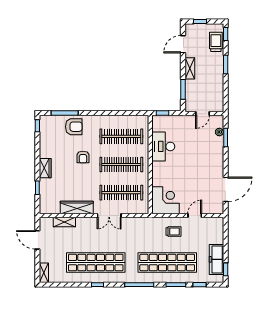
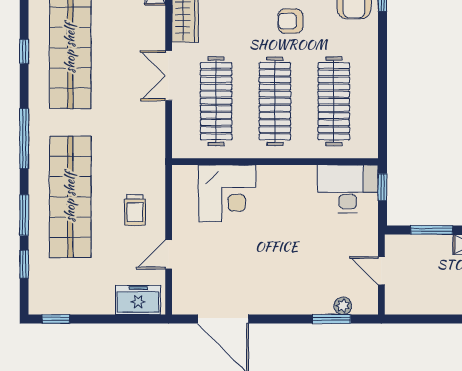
desk: (163, 146) -> (348, 189), moved
corner desk: (165, 200) -> (227, 193), moved
door: (195, 215) -> (169, 254), swing flipped
freezer: (217, 259) -> (138, 300), moved, width x0.71

